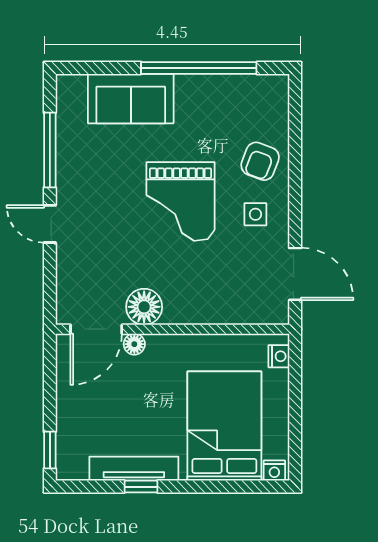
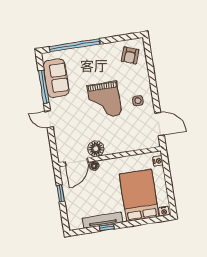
window: (199, 68) -> (75, 45), moved
sofa: (131, 99) -> (56, 78), moved, turned -90
armchair: (260, 161) -> (130, 55), moved
window: (50, 450) -> (61, 193), moved

